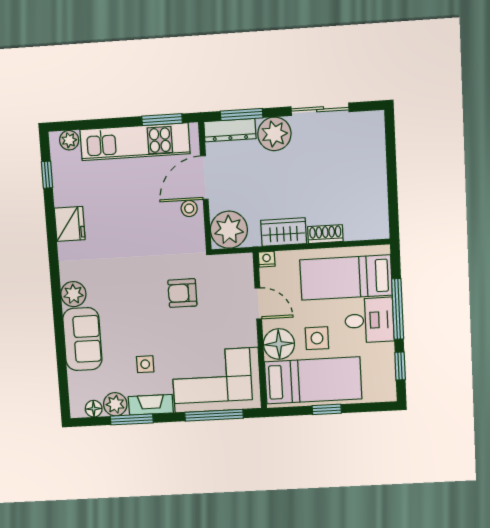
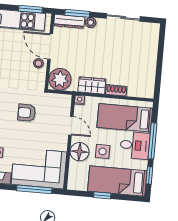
plant: (274, 134) -> (91, 23), width x0.53, depth x0.53
door: (204, 177) -> (50, 47), hinge flipped
bed: (313, 380) -> (117, 181), moved, turned 180

